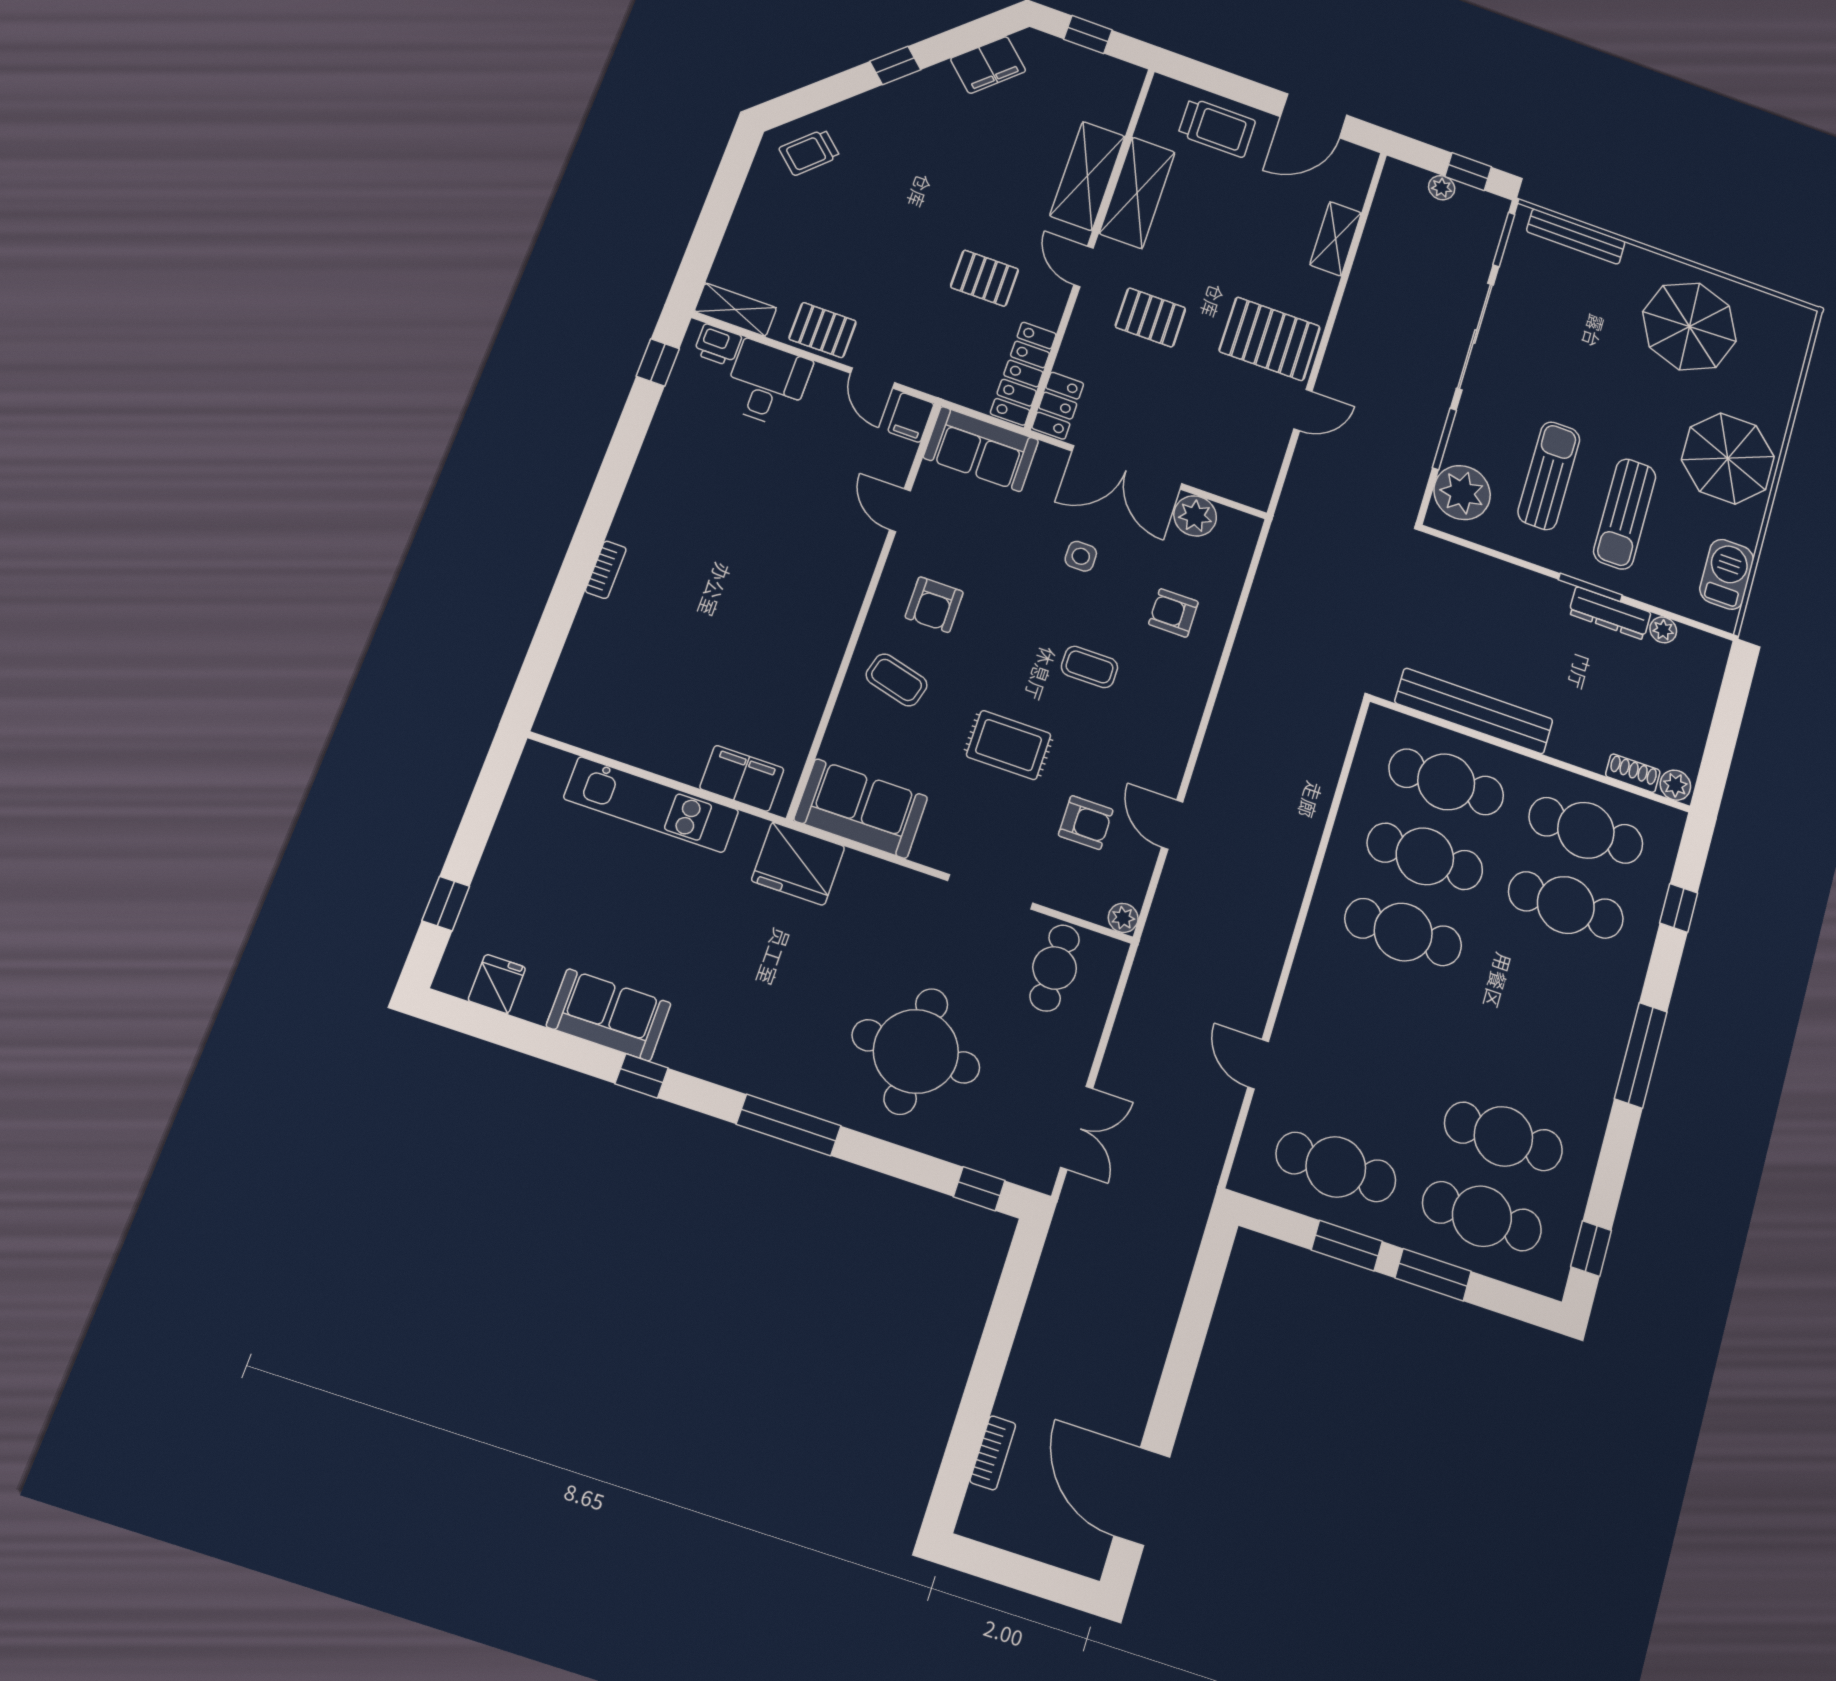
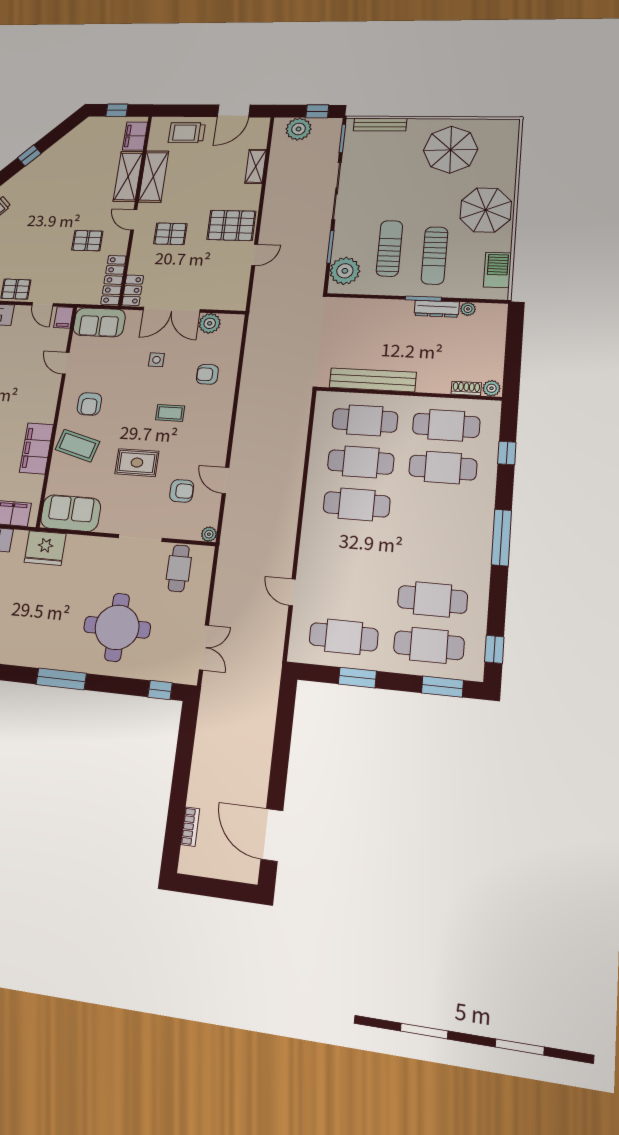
filing cabinet: (988, 65) -> (135, 136), moved, turned 135
trolley: (1217, 128) -> (187, 133), turned 180
plant: (1442, 188) -> (299, 129), width x1.88, depth x1.88
filing cabinet: (813, 663) -> (36, 448), added
coffee table: (897, 680) -> (77, 446), width x1.36, depth x1.30
window: (1433, 1275) -> (442, 687), moved

